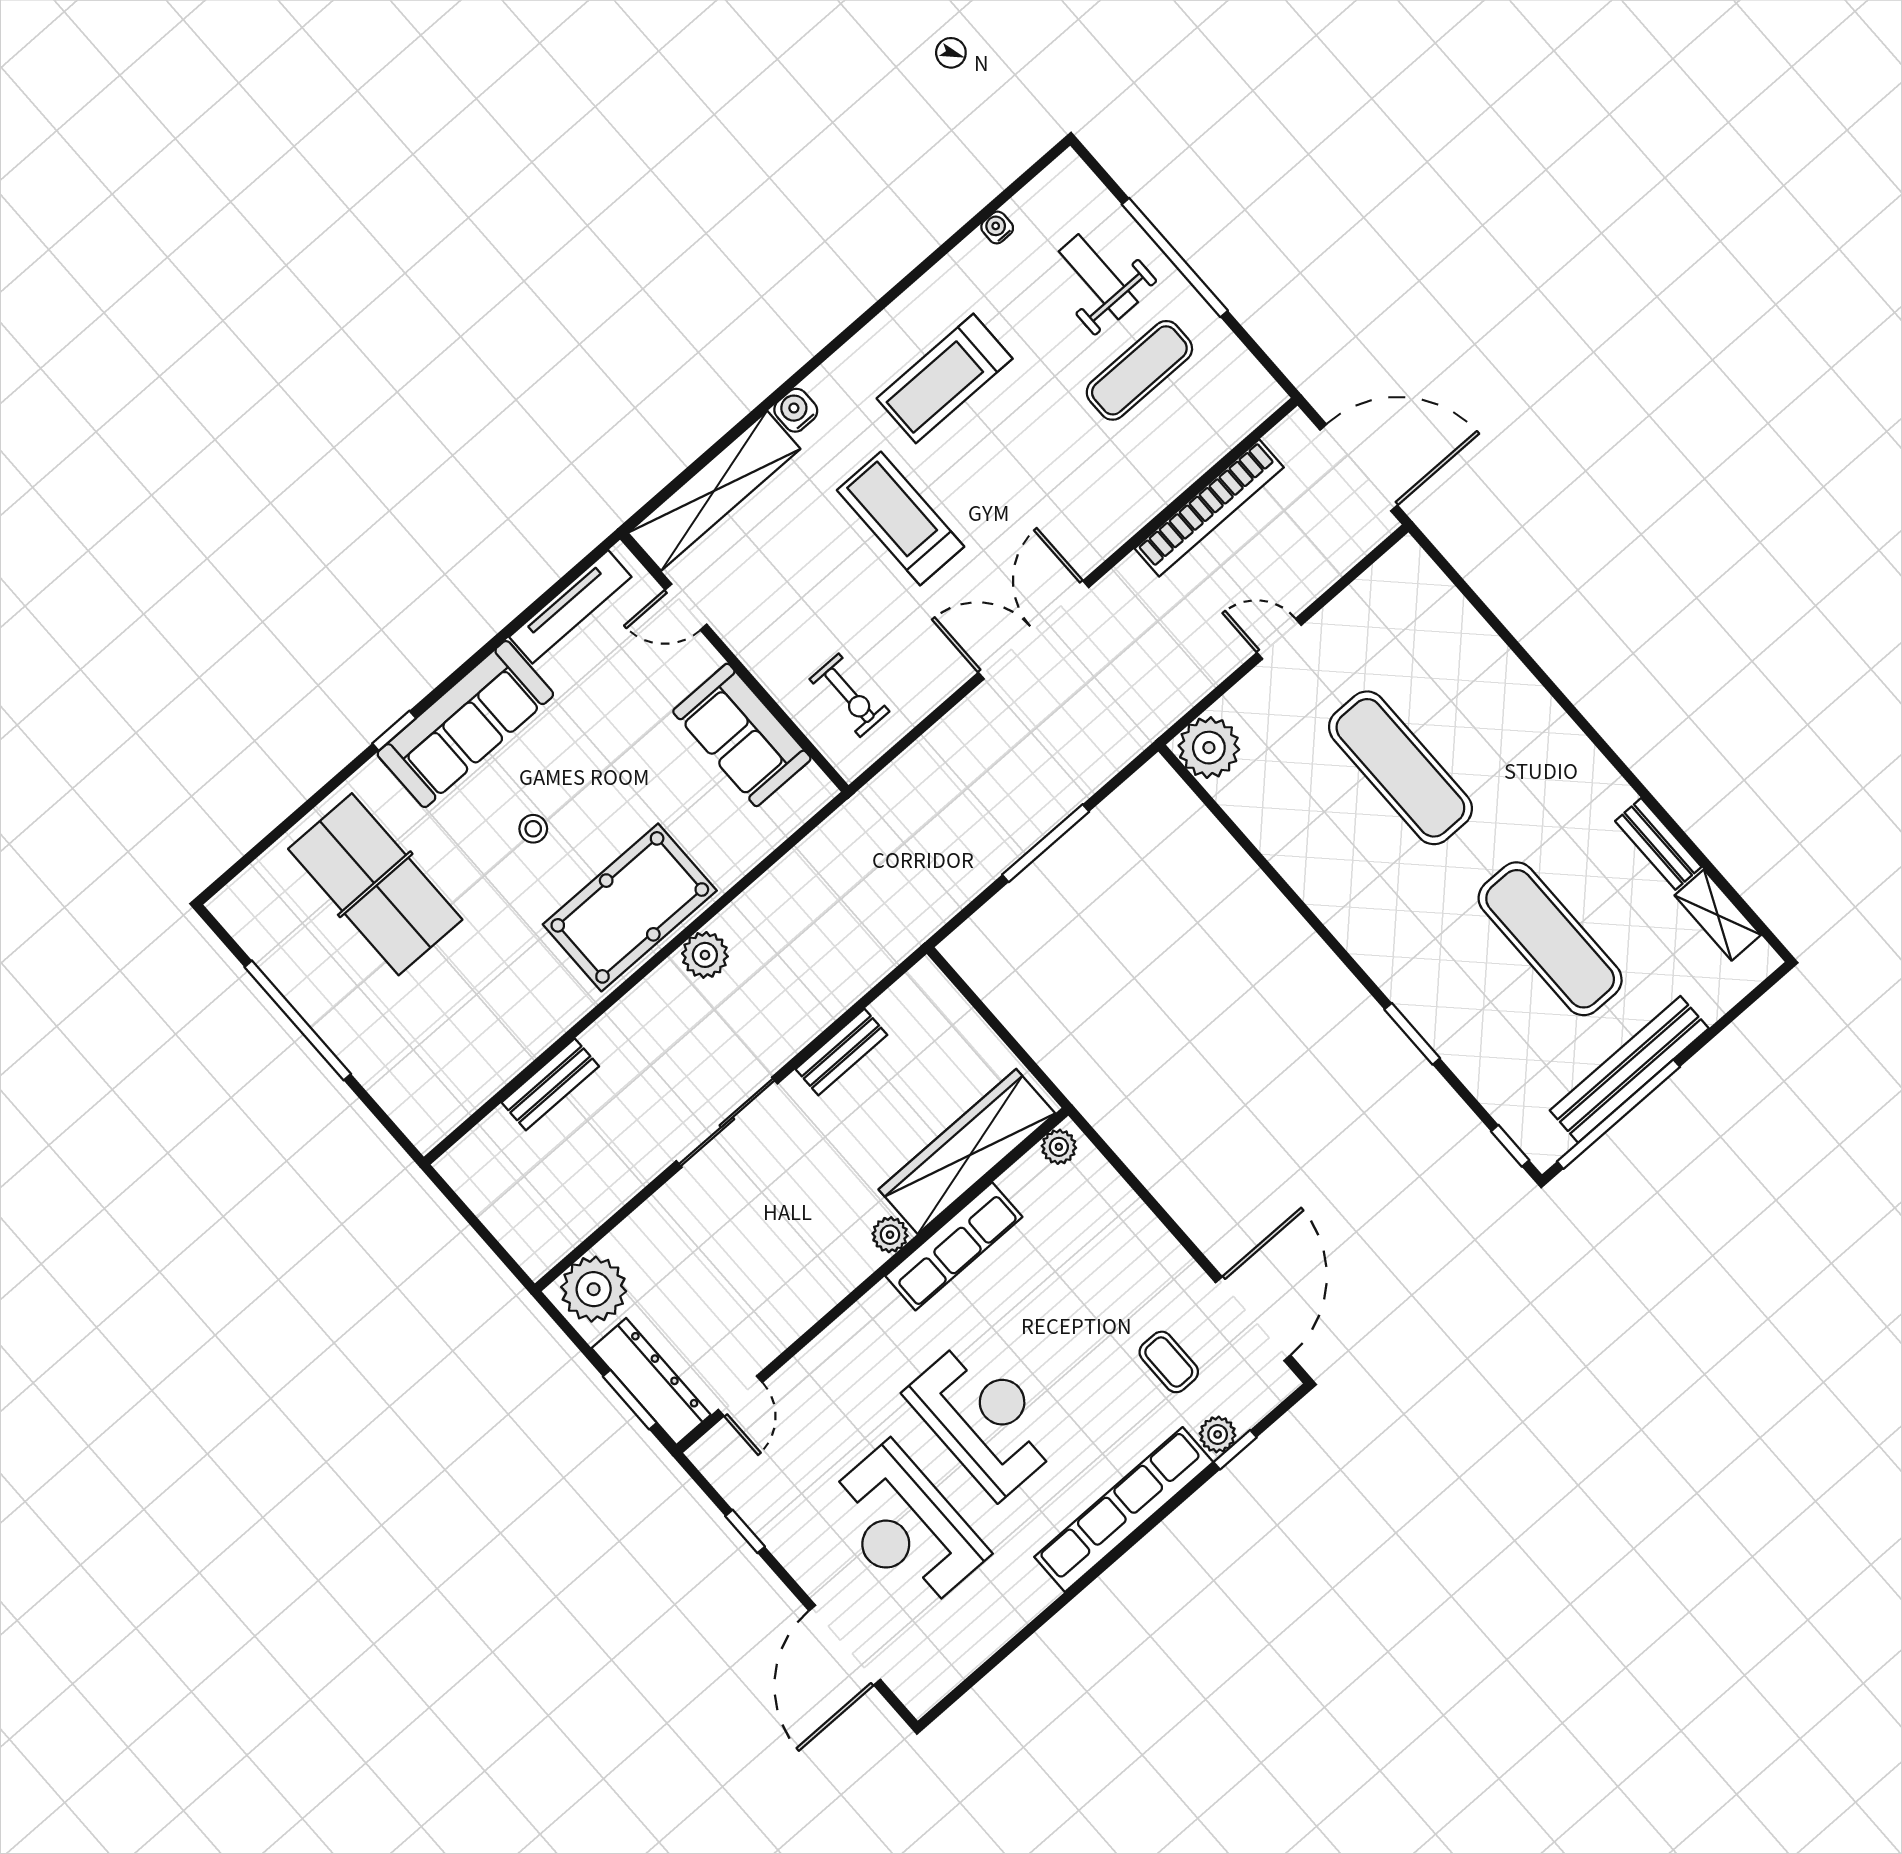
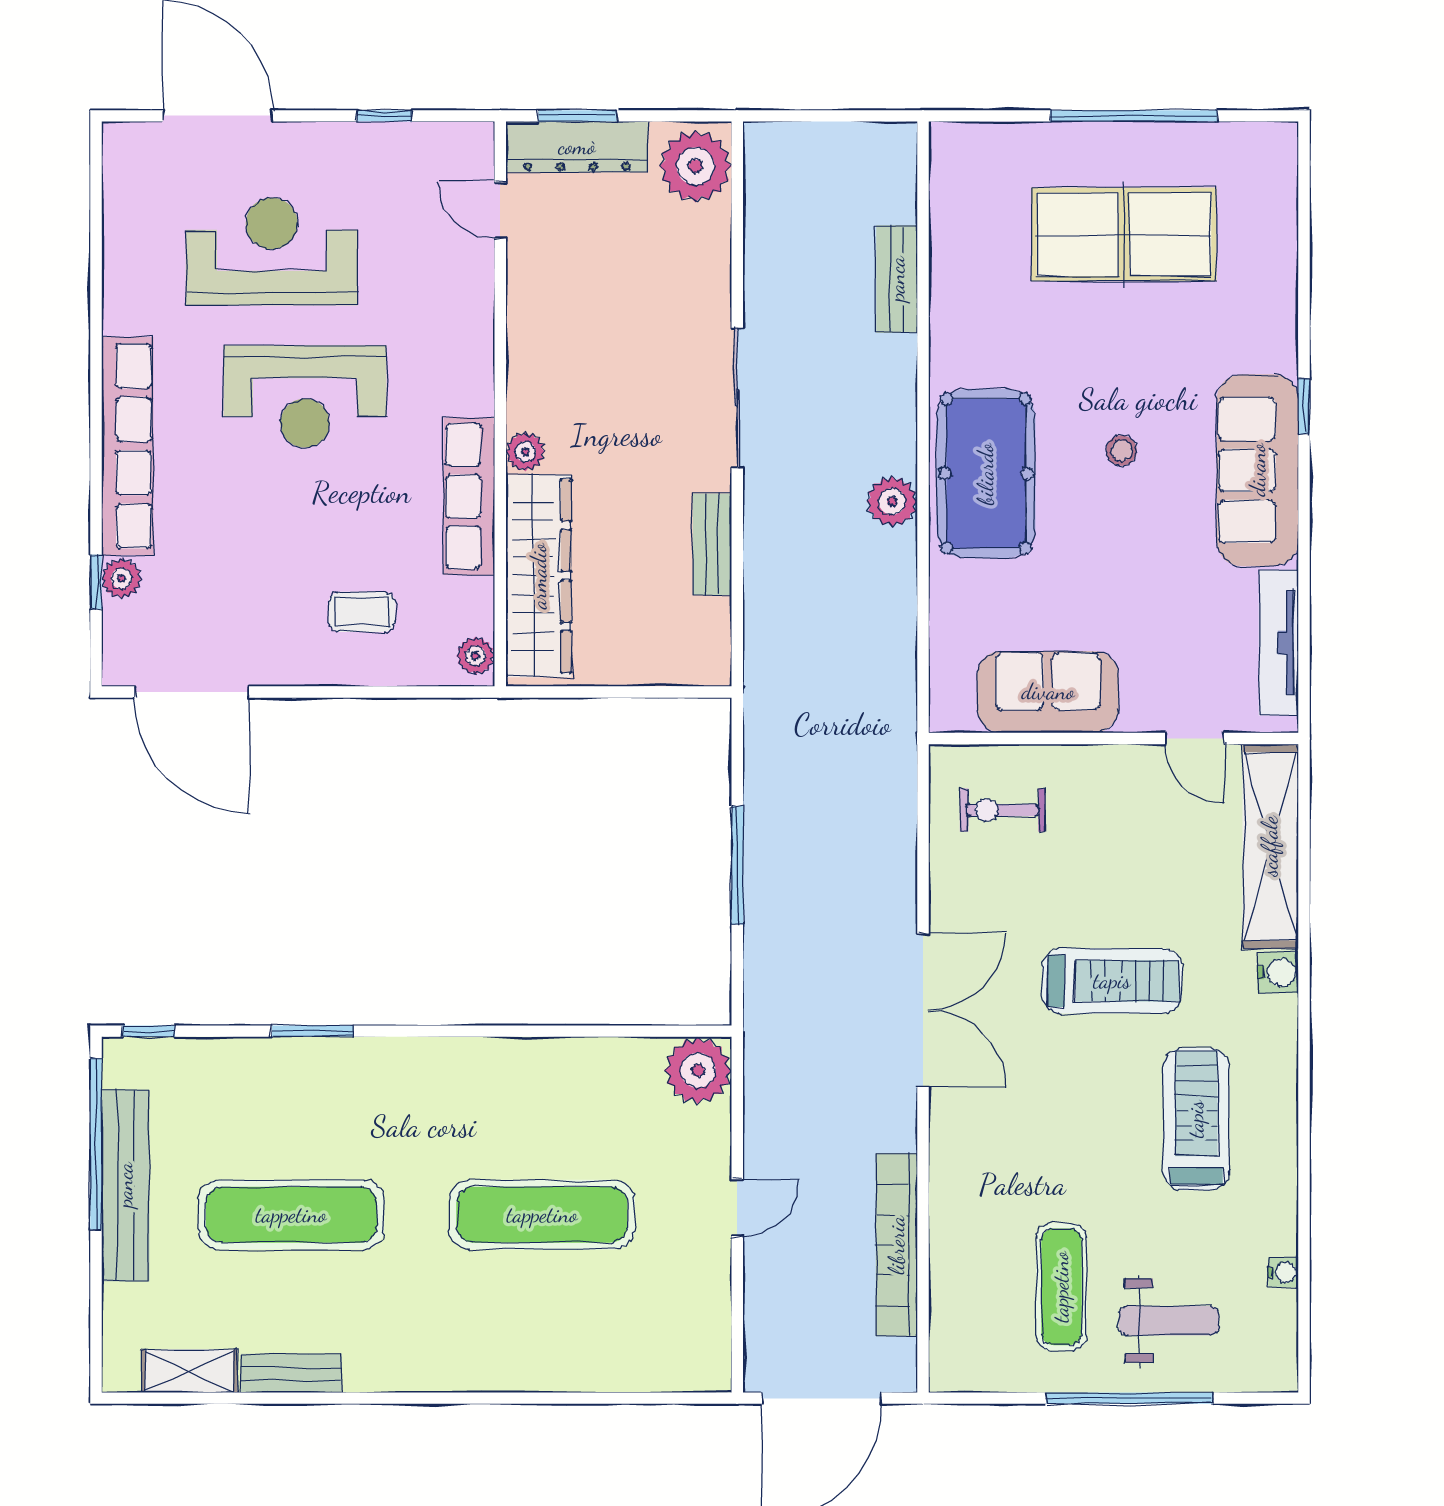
door: (686, 607) -> (1195, 738), swing flipped
table tennis table: (375, 884) -> (1124, 234), moved
coffee table: (1169, 1362) -> (362, 612), moved

